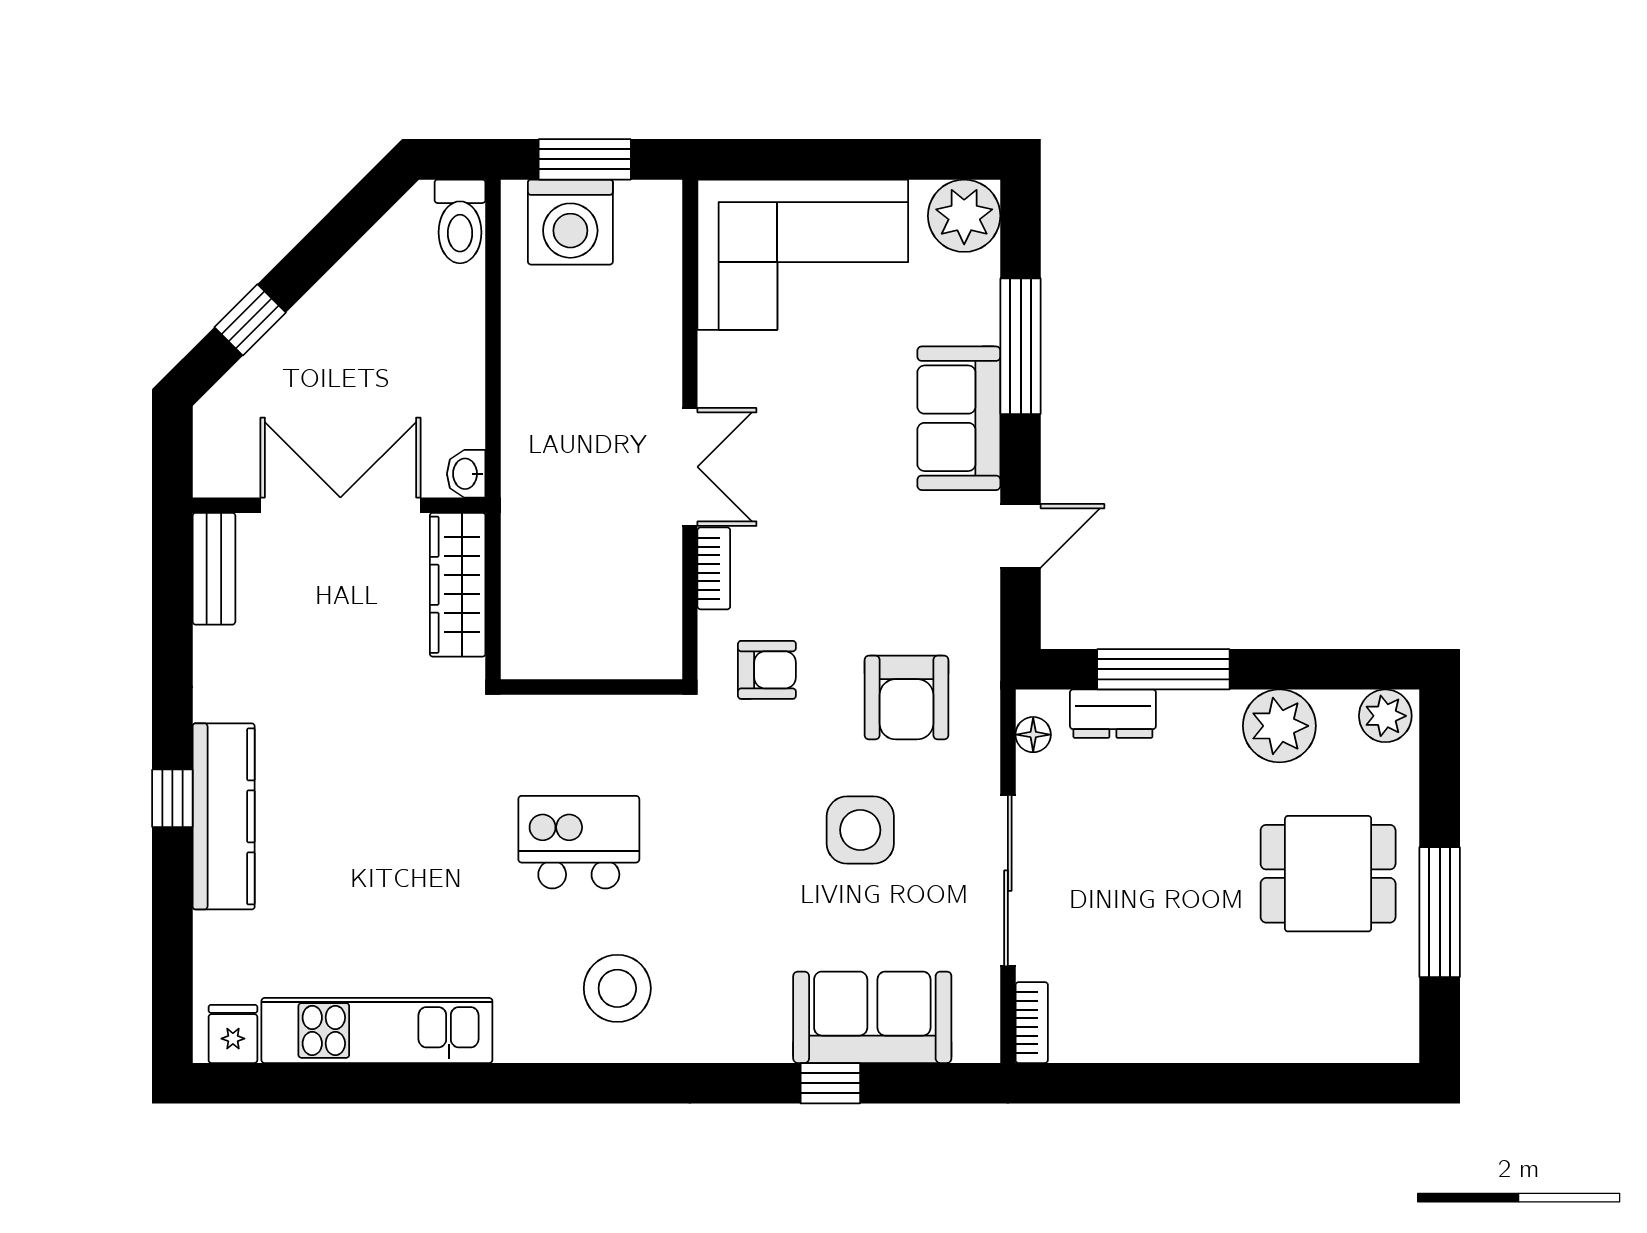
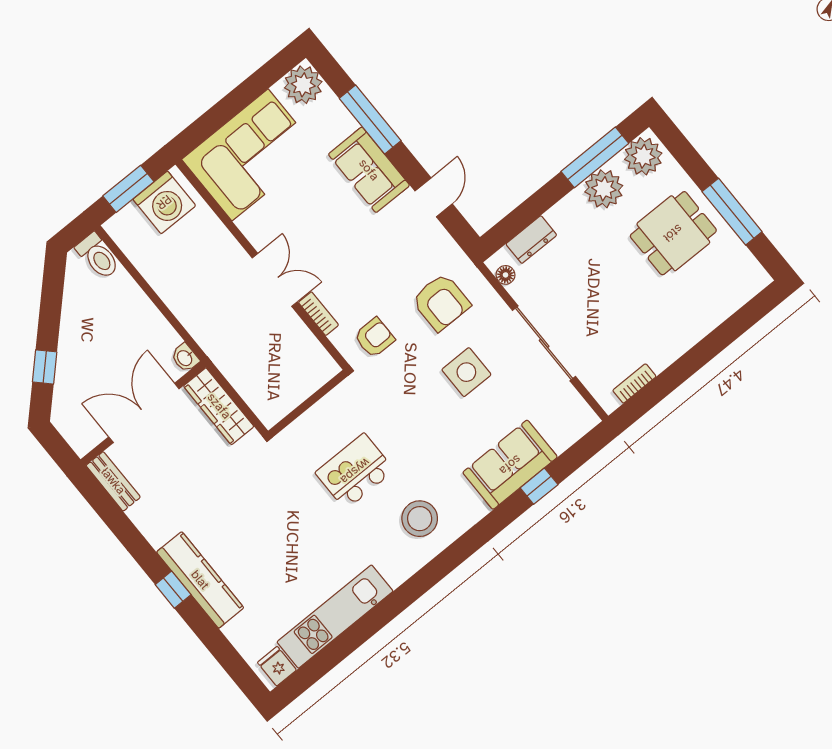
washing machine: (570, 222) -> (164, 202), moved
window: (1163, 669) -> (595, 157), moved
plant: (1385, 716) -> (643, 156), width x1.36, depth x1.36
sofa: (872, 1017) -> (510, 465), moved
bookcase: (1032, 1023) -> (634, 383), moved, turned -90

